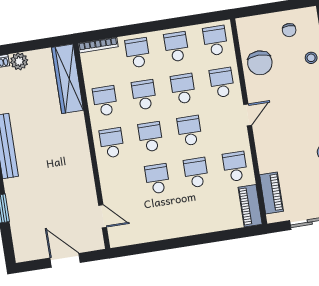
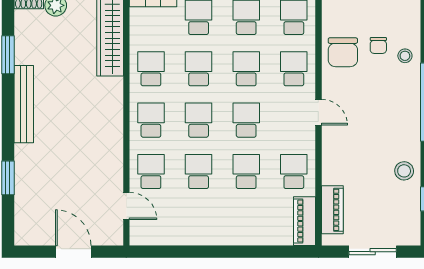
chair: (289, 30) -> (378, 45), moved
door: (248, 115) -> (318, 112), hinge flipped
school desk: (118, 185) -> (151, 171), added

